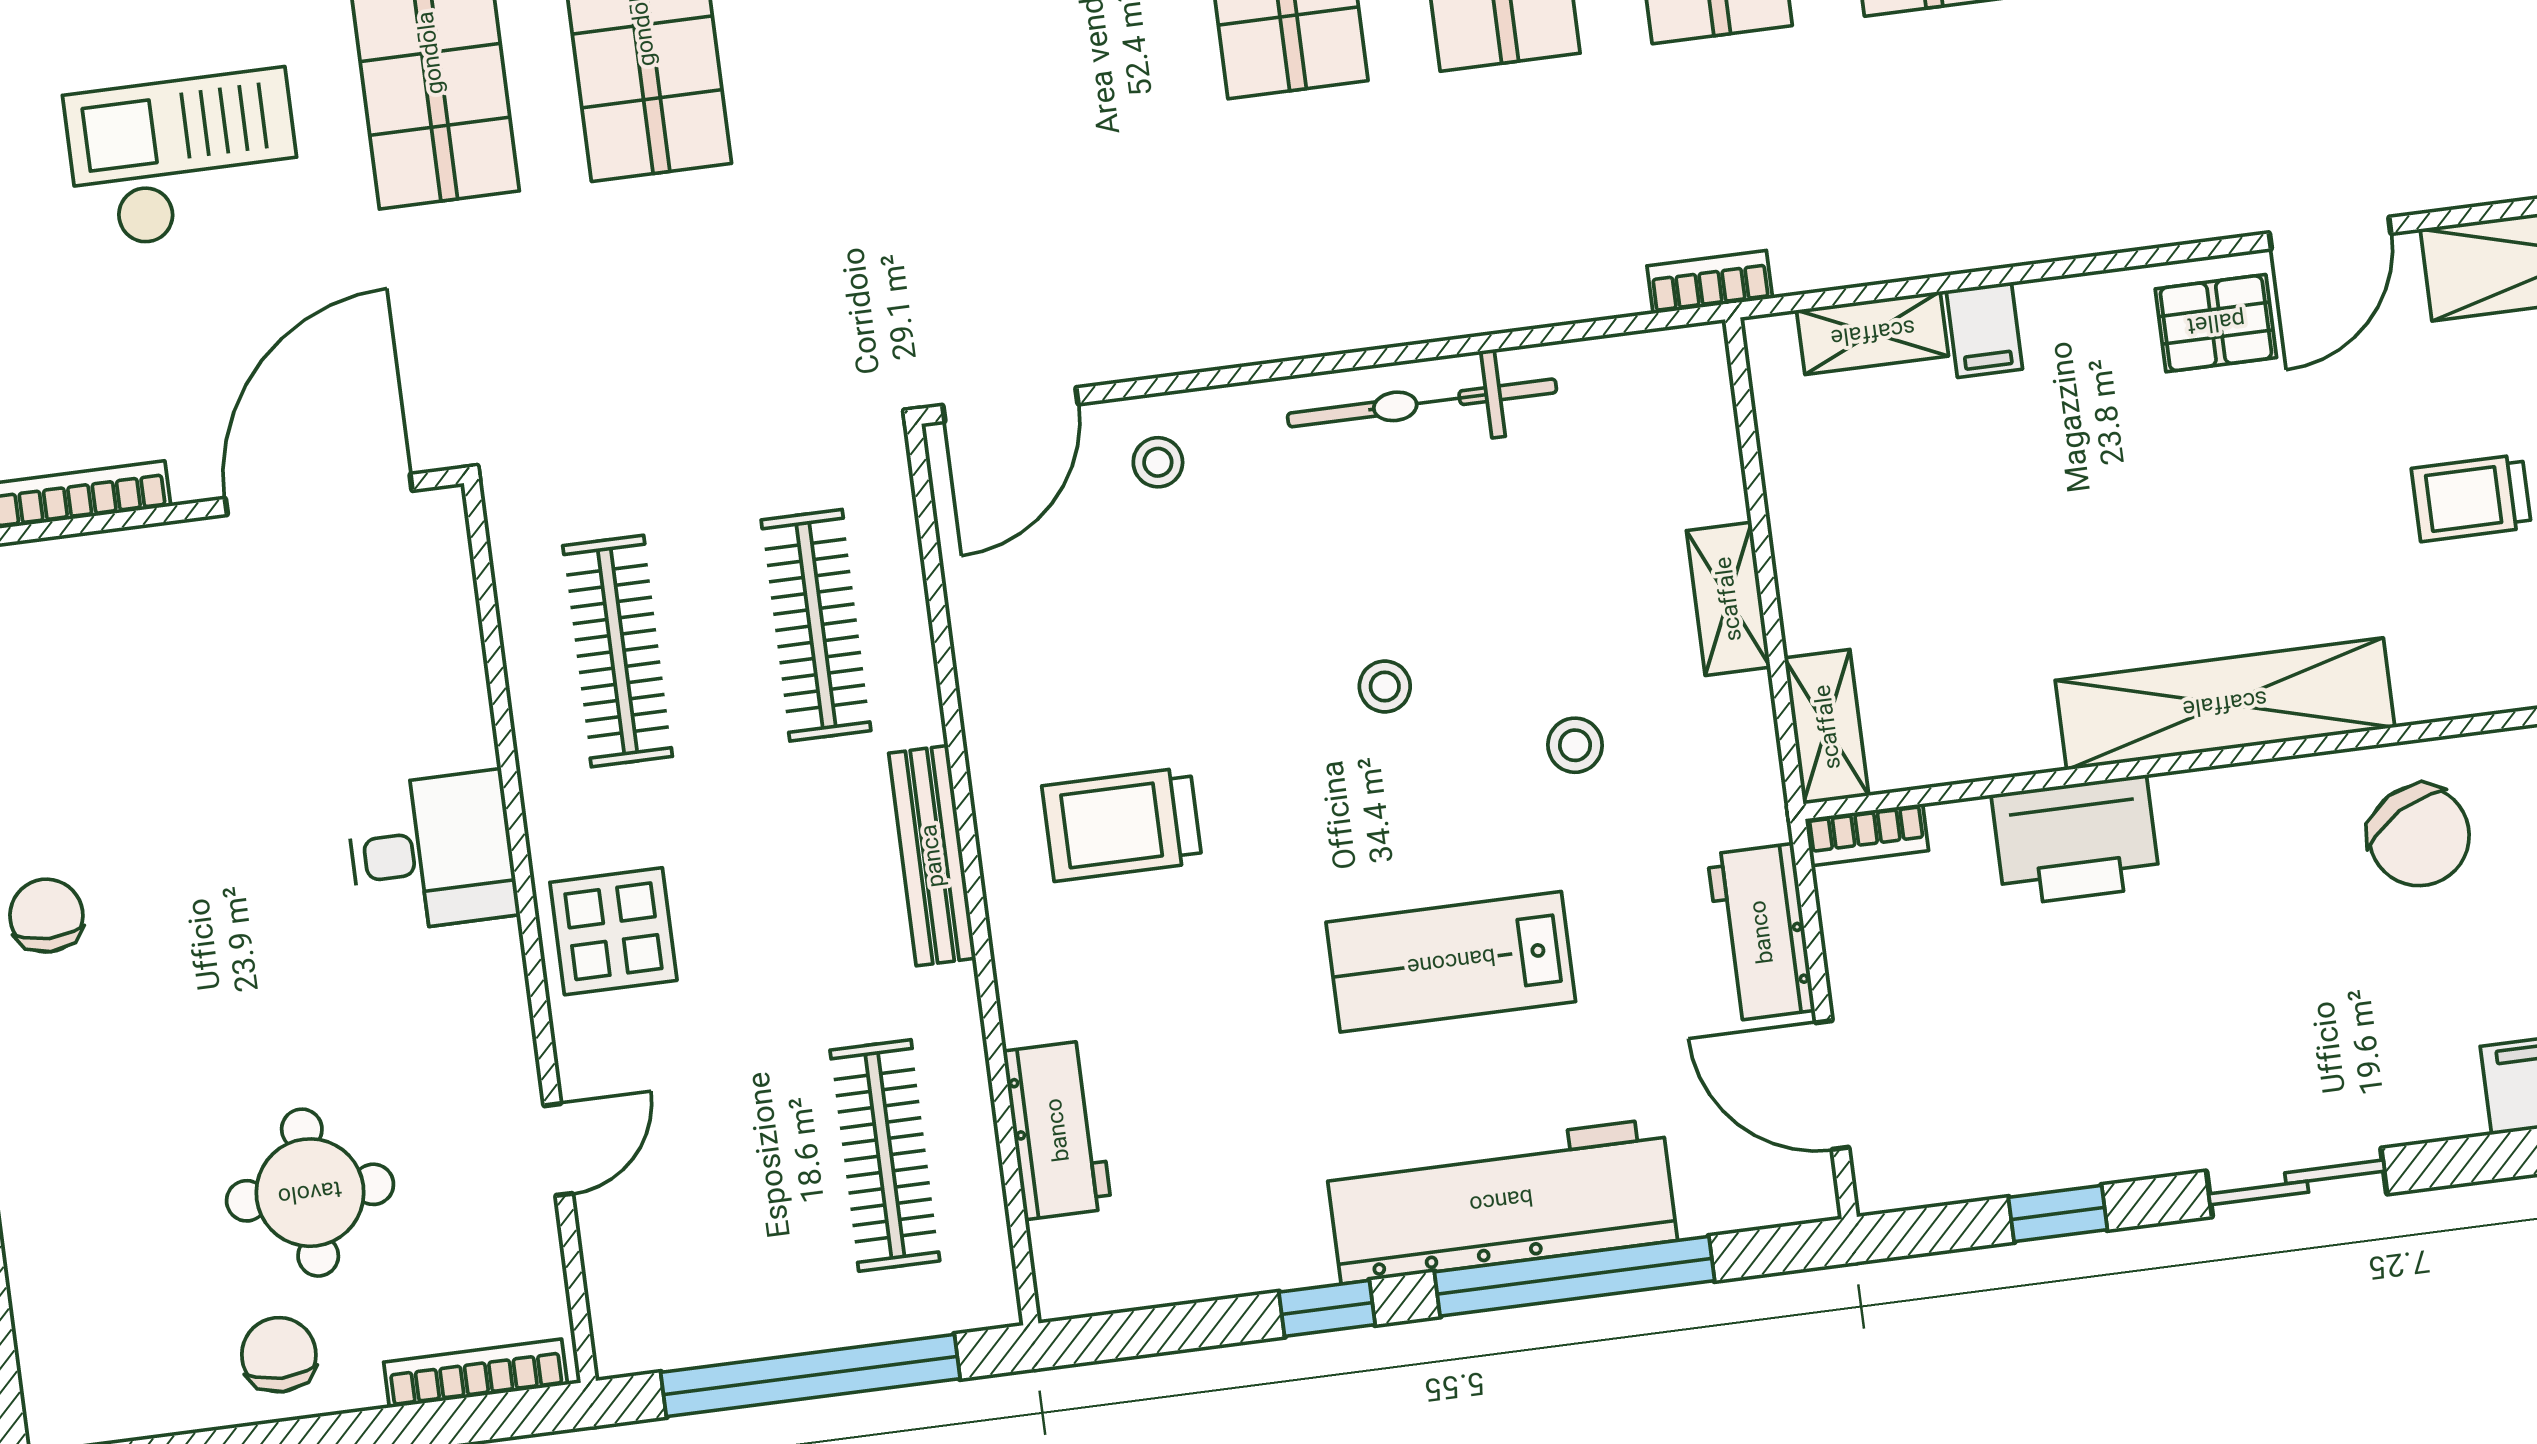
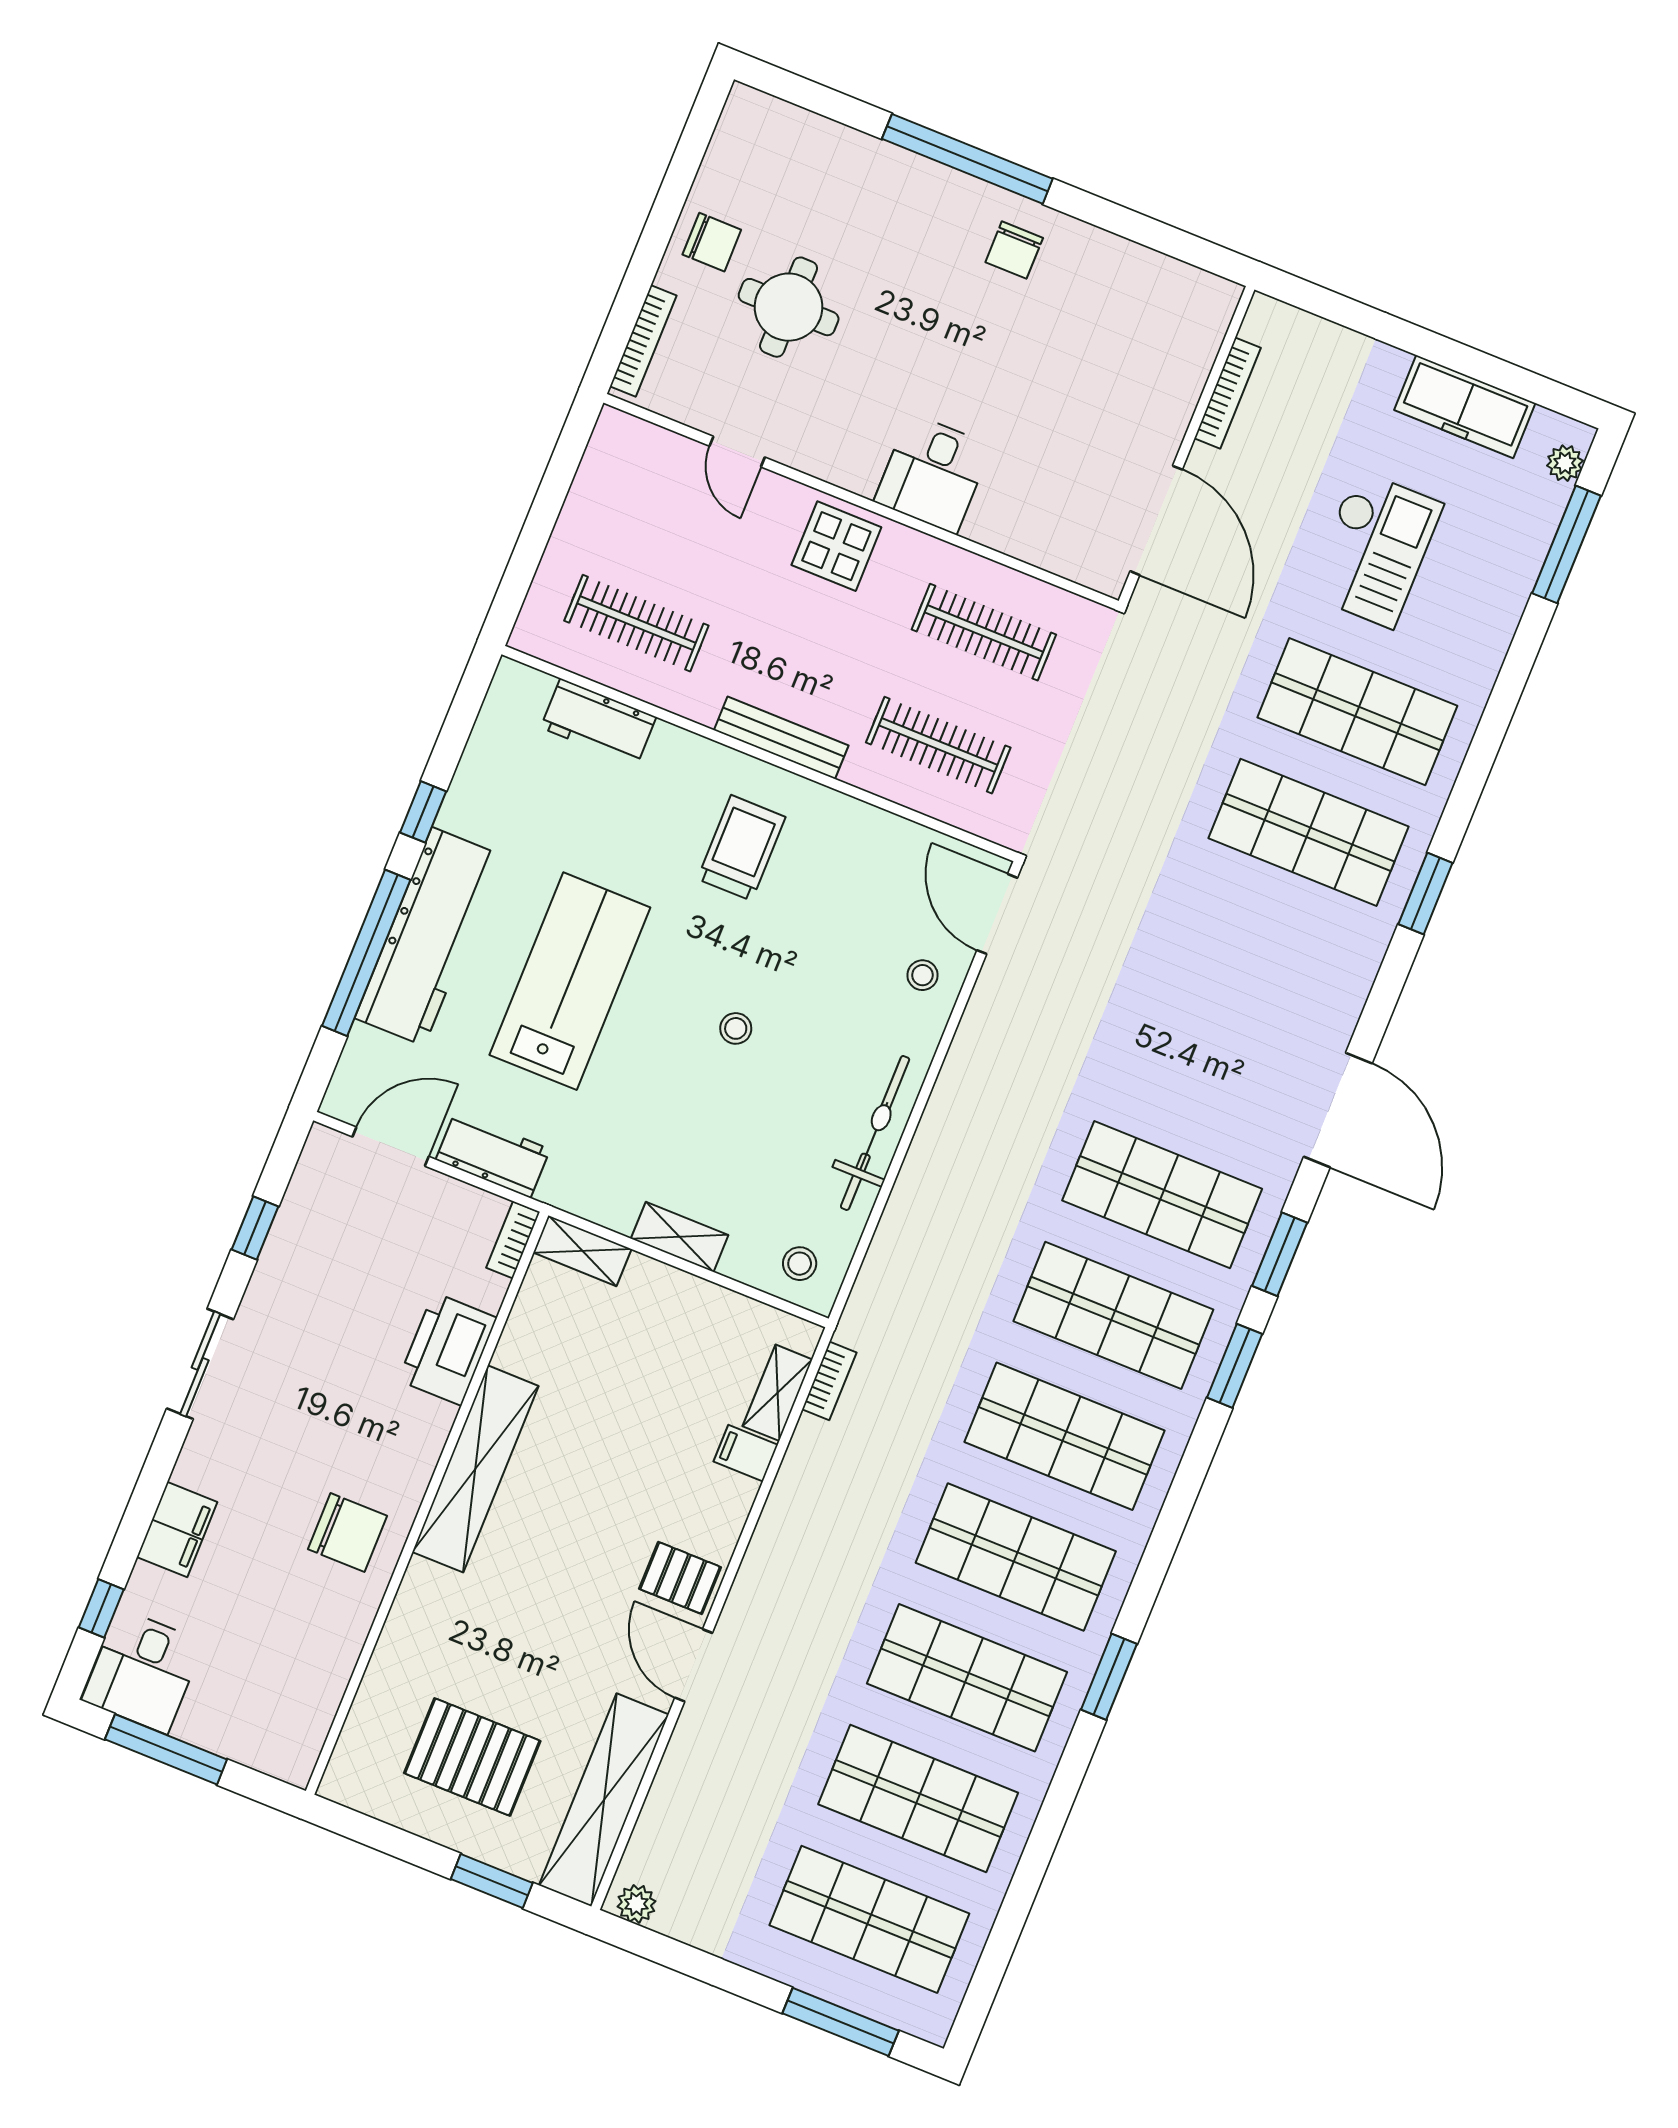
bookcase: (1710, 282) -> (829, 1381), moved
pallet: (2216, 323) -> (680, 1578), turned 90
trolley: (2471, 498) -> (511, 1661), removed
stool: (1575, 745) -> (800, 1264), moved
chair: (2419, 836) -> (347, 1533), turned -150
chair: (46, 916) -> (1014, 250), turned 90
lab bench: (1451, 962) -> (570, 981), width x1.36, depth x1.39
window: (810, 1375) -> (542, 518), removed

